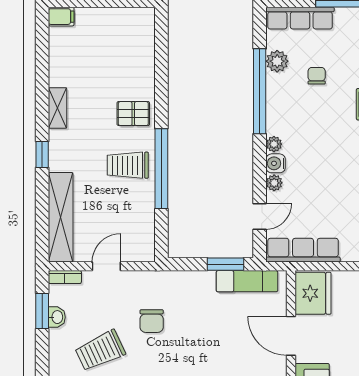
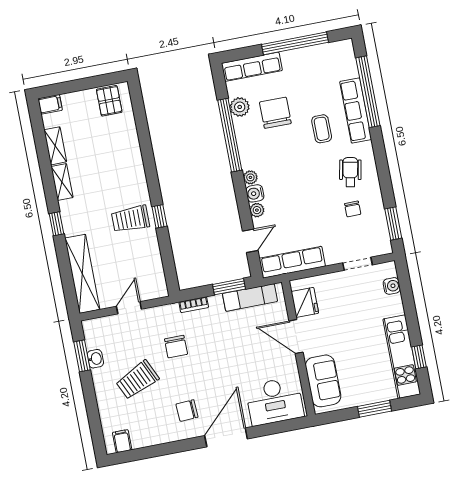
shelving: (58, 65) -> (55, 146), added
chair: (317, 76) -> (275, 113), width x1.87, depth x1.87
pallet: (133, 114) -> (109, 101), moved, turned 90
window: (161, 169) -> (159, 216), width x0.32
bookcase: (65, 277) -> (194, 305), moved
fridge: (313, 293) -> (305, 302), width x0.73, depth x0.75

